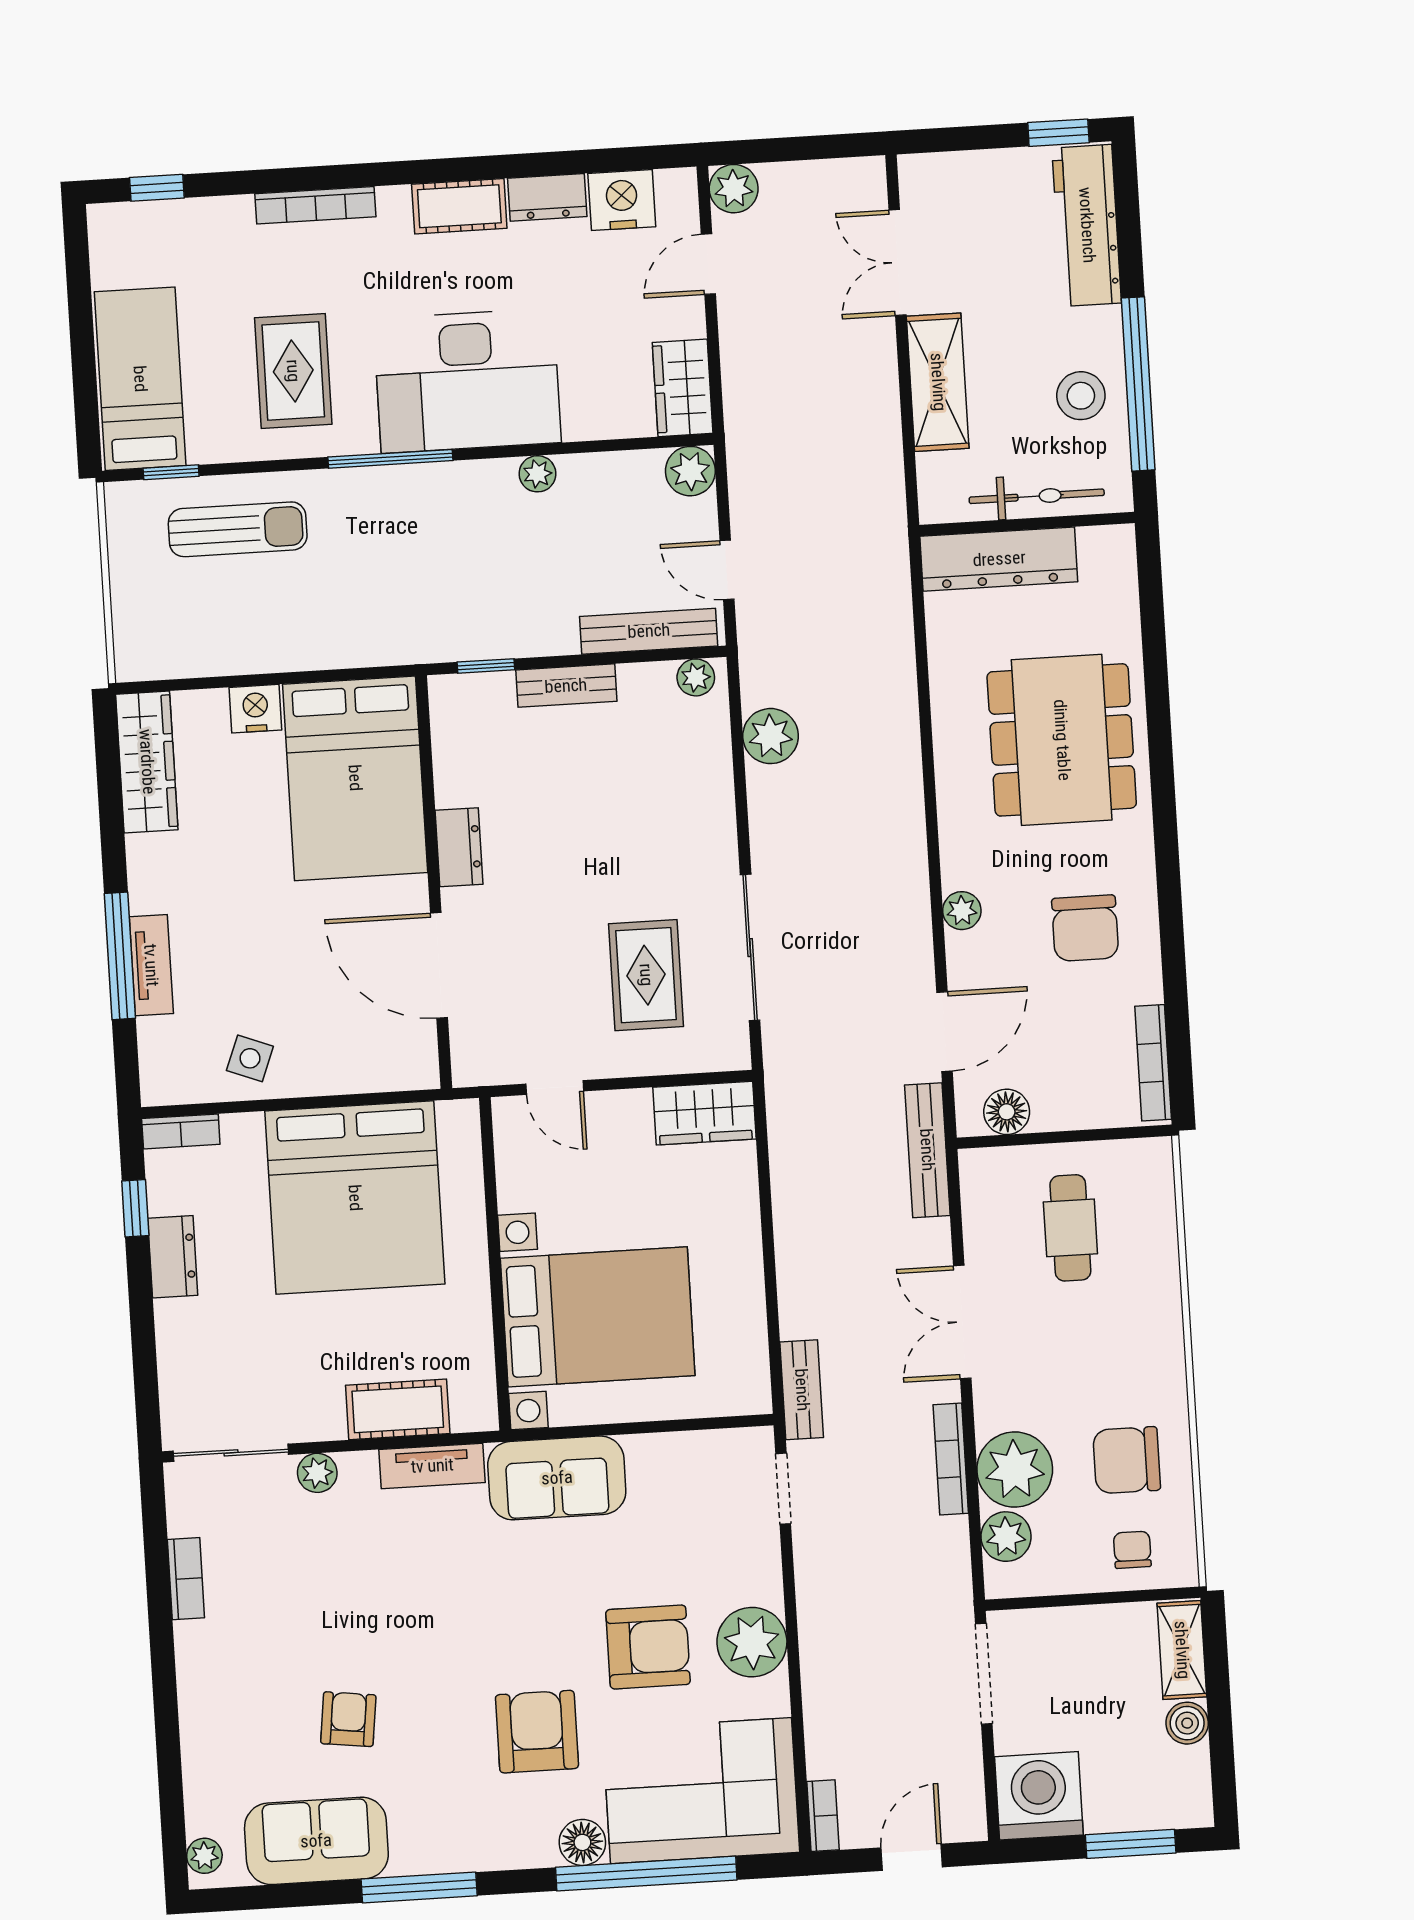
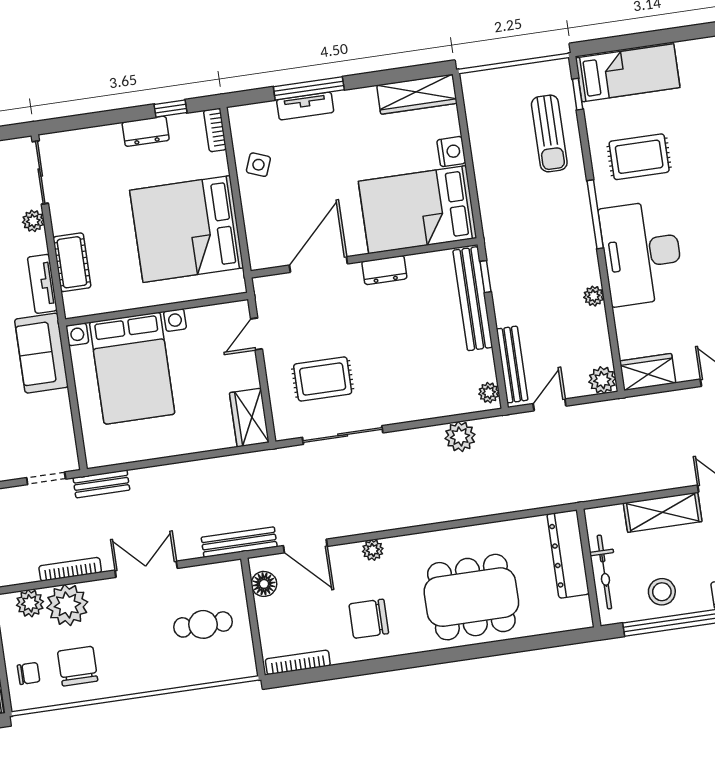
bench: (566, 686) -> (473, 299), width x1.86, depth x1.21

